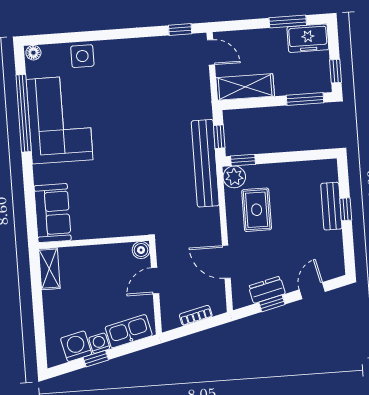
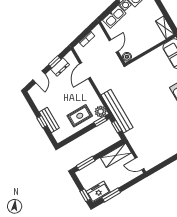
window: (180, 29) -> (159, 167), removed
window: (336, 71) -> (85, 195), moved
rug: (257, 210) -> (80, 116), moved, turned 90
door: (226, 262) -> (85, 71), swing flipped

